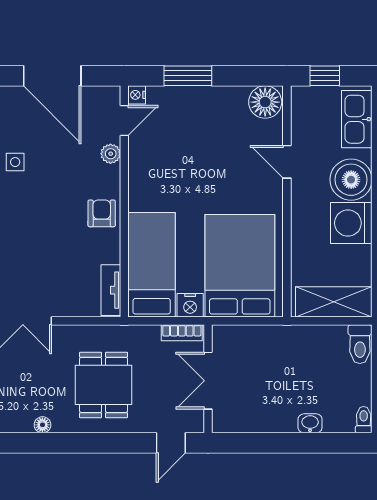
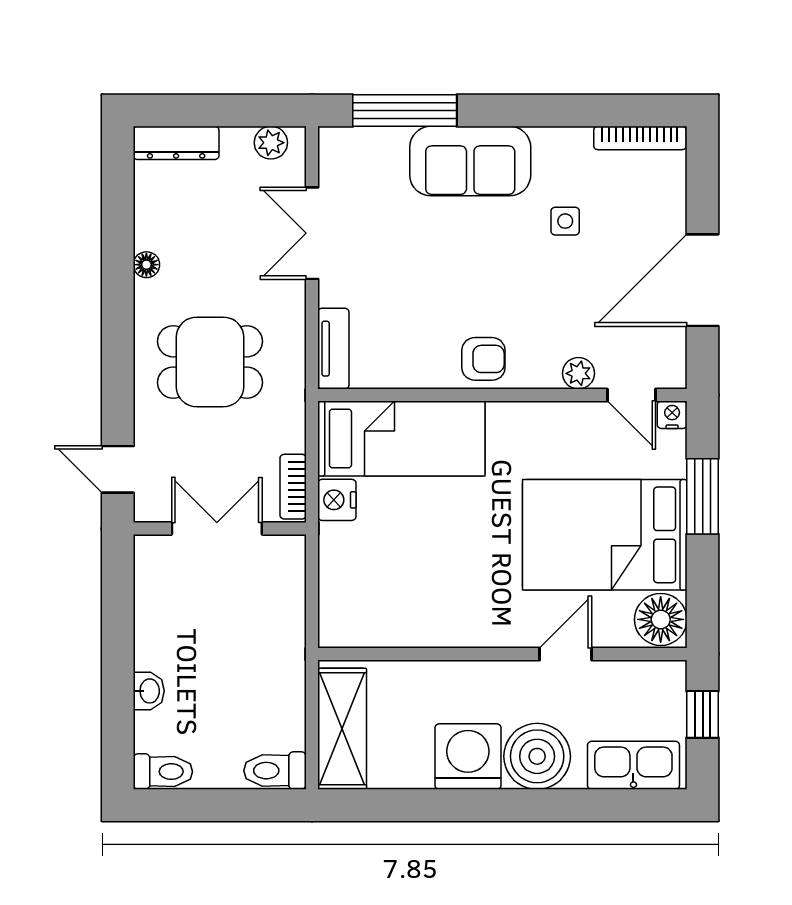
bed: (240, 266) -> (605, 535), moved, turned 180
tv unit: (111, 290) -> (333, 349), moved, turned 90
toilet: (364, 420) -> (163, 772), width x1.37, depth x1.39

